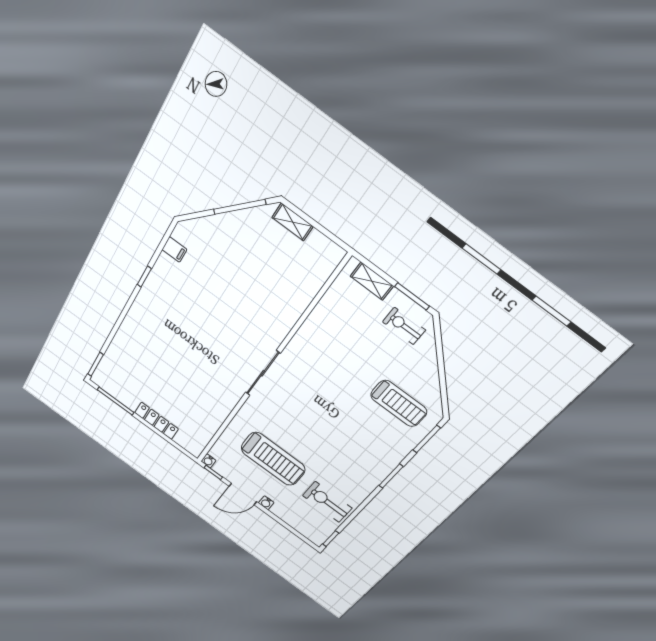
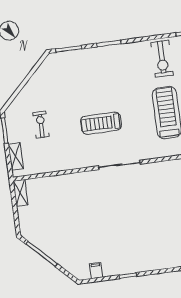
shelving: (293, 222) -> (20, 193), moved
exercise bike: (404, 326) -> (41, 125), moved, turned 180
treadmill: (399, 403) -> (101, 123), moved, turned -90

